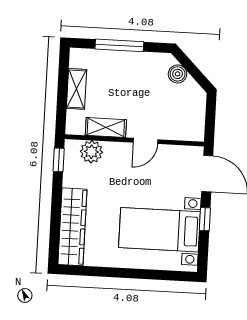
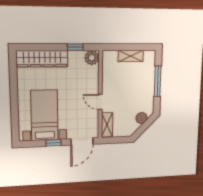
shelving: (106, 127) -> (107, 125), moved
plant: (91, 152) -> (92, 58), moved
window: (59, 160) -> (75, 47), moved

